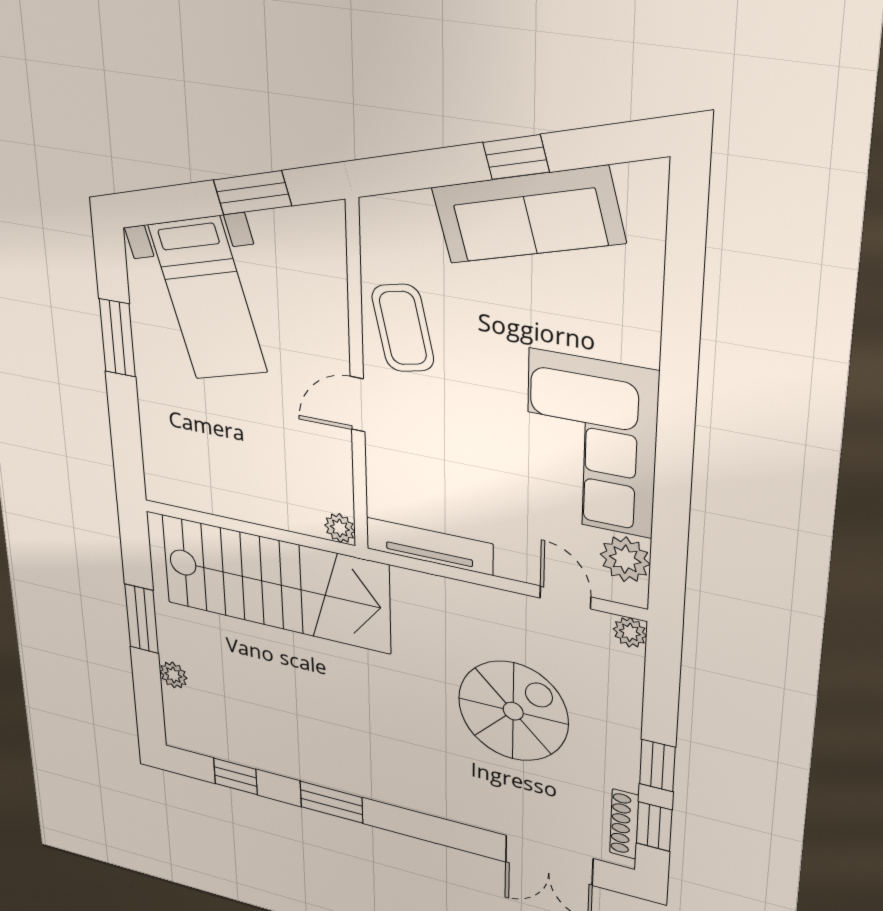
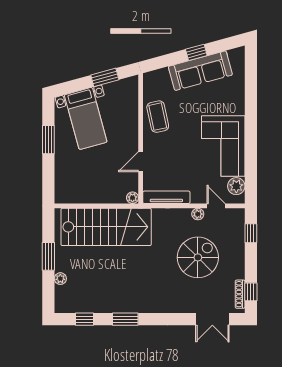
door: (358, 404) -> (141, 162), moved
plant: (630, 632) -> (198, 214), moved
window: (657, 766) -> (251, 233), moved

